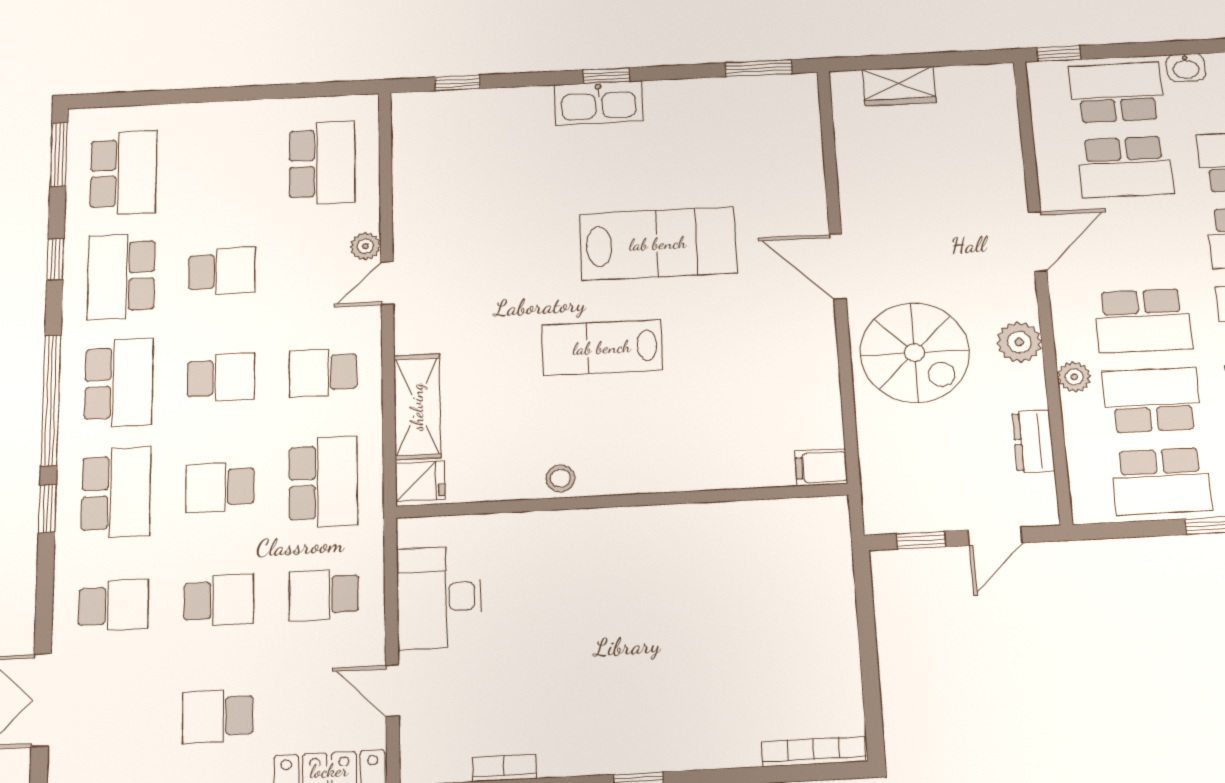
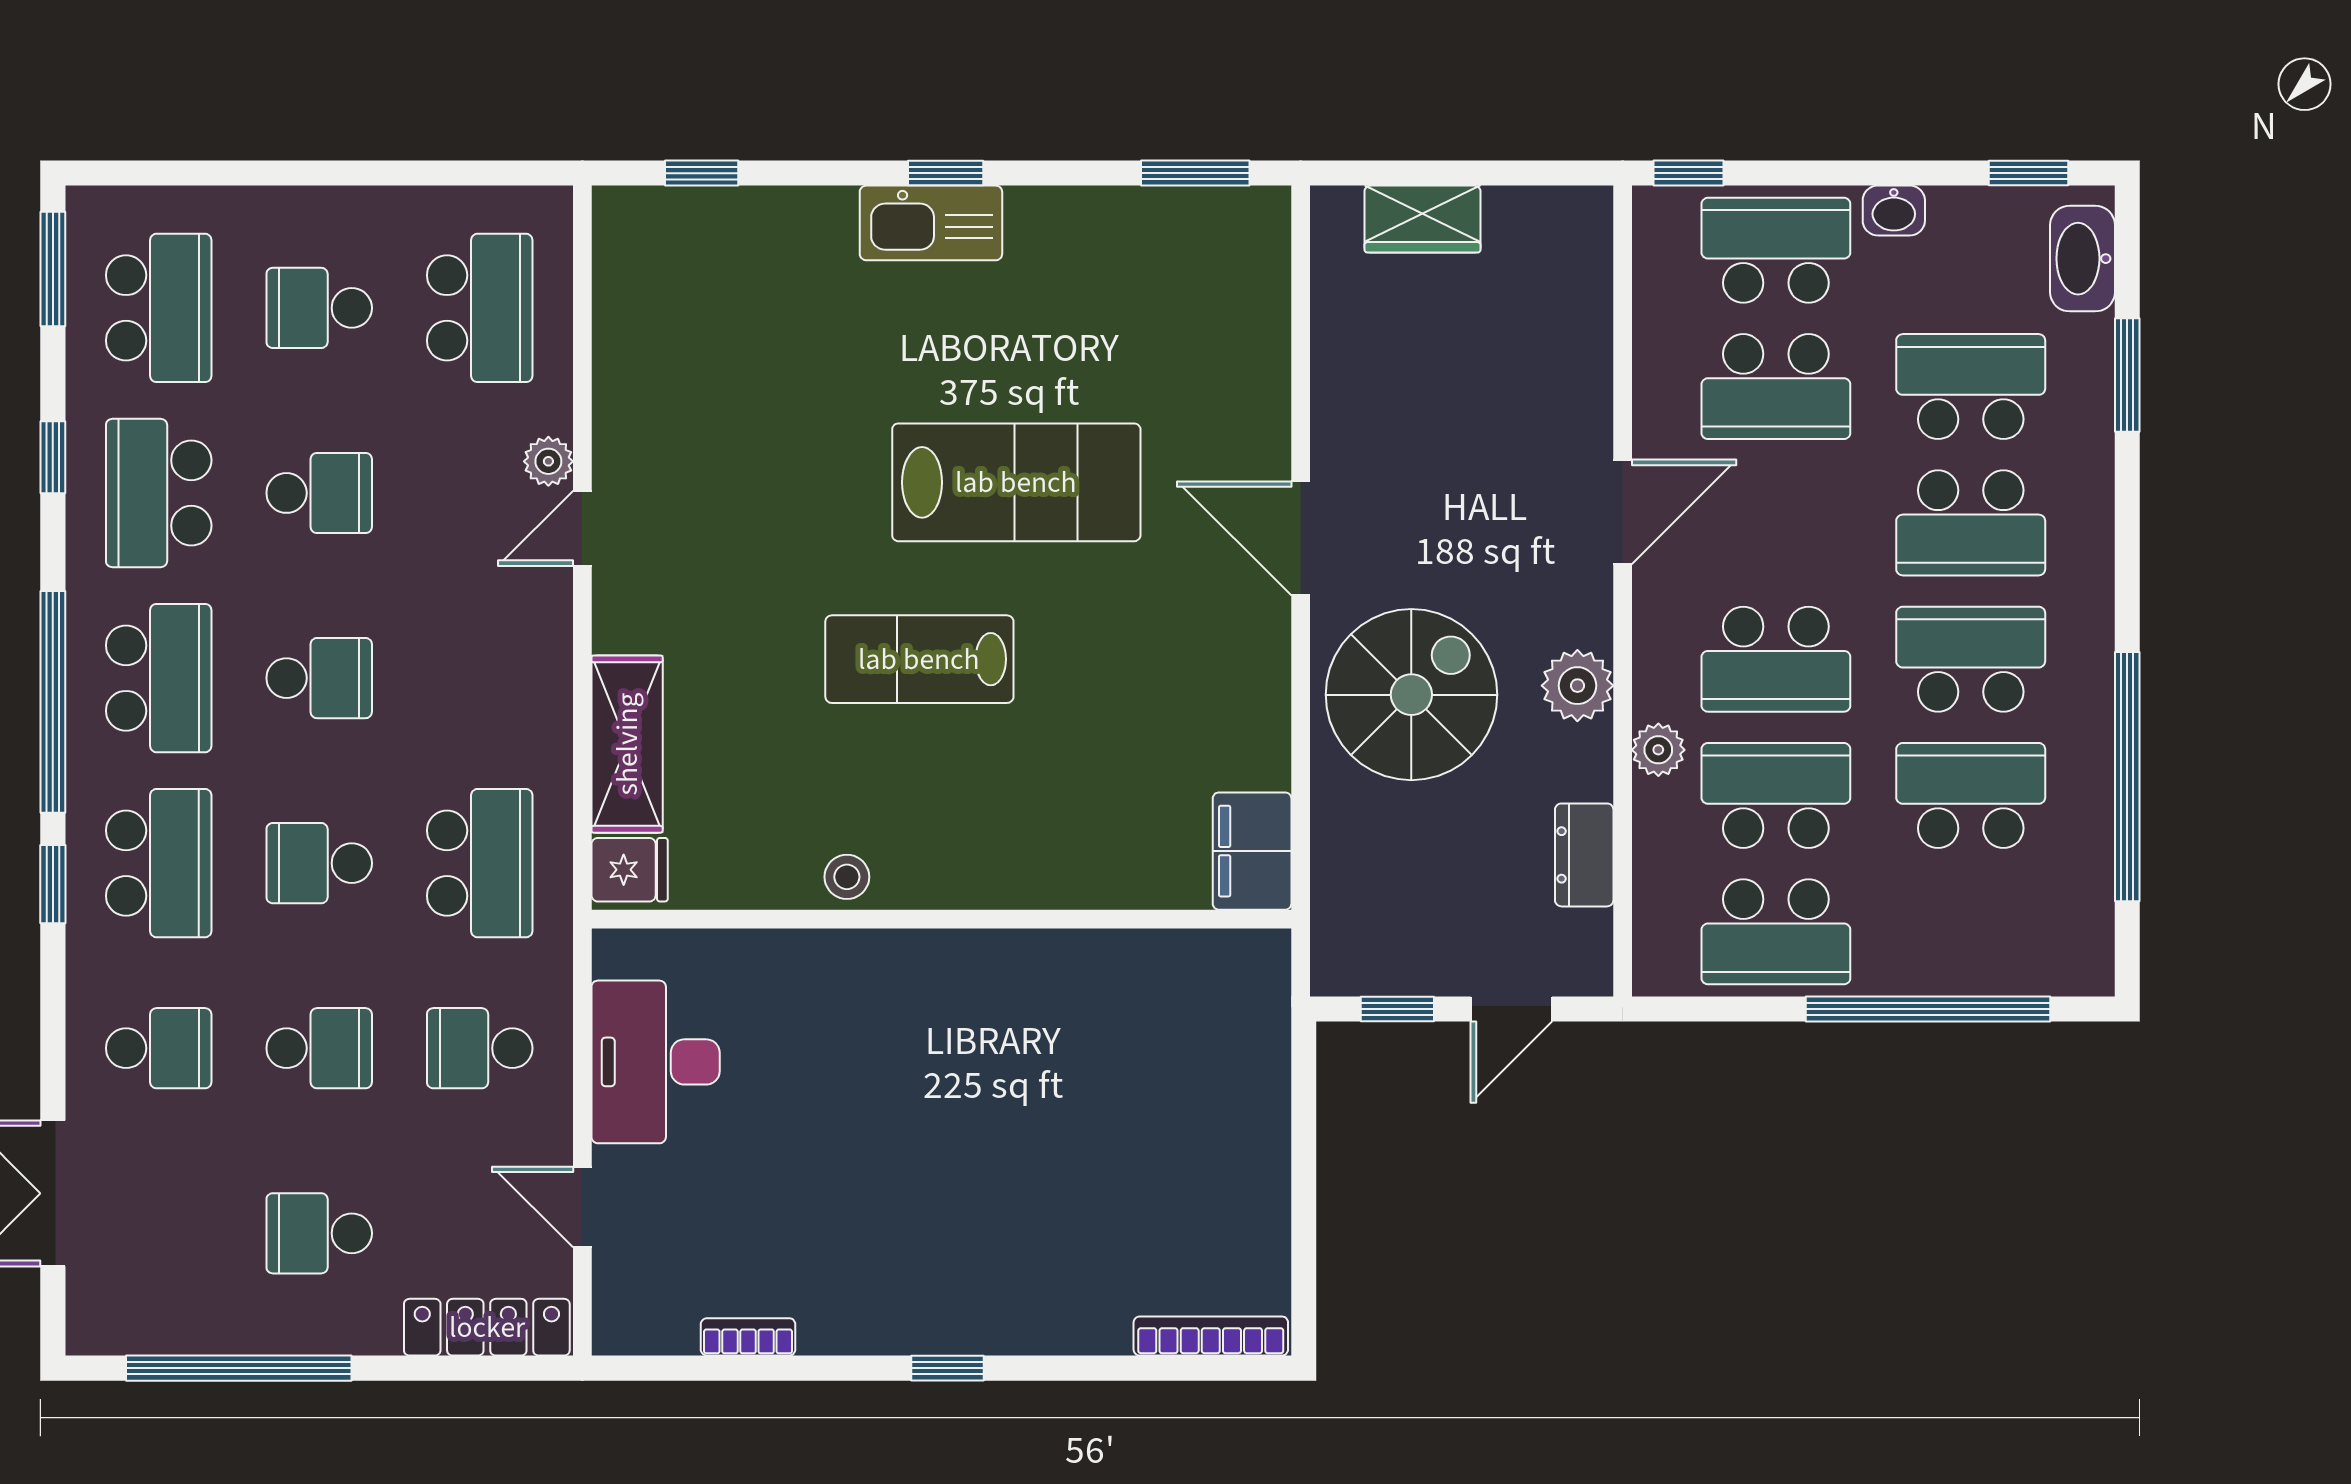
spiral stairs: (915, 353) -> (1411, 695), turned -90
school desk: (323, 373) -> (319, 308), moved
filing cabinet: (821, 467) -> (1252, 851), width x2.00

